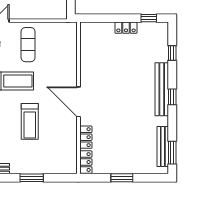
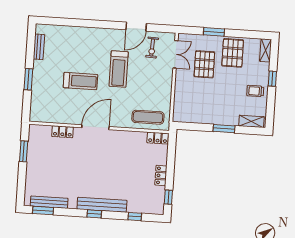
exercise mat: (28, 45) -> (148, 117), moved
treadmill: (30, 121) -> (80, 81), turned 180
locker: (86, 162) -> (158, 138), moved
window: (122, 178) -> (24, 151), moved

